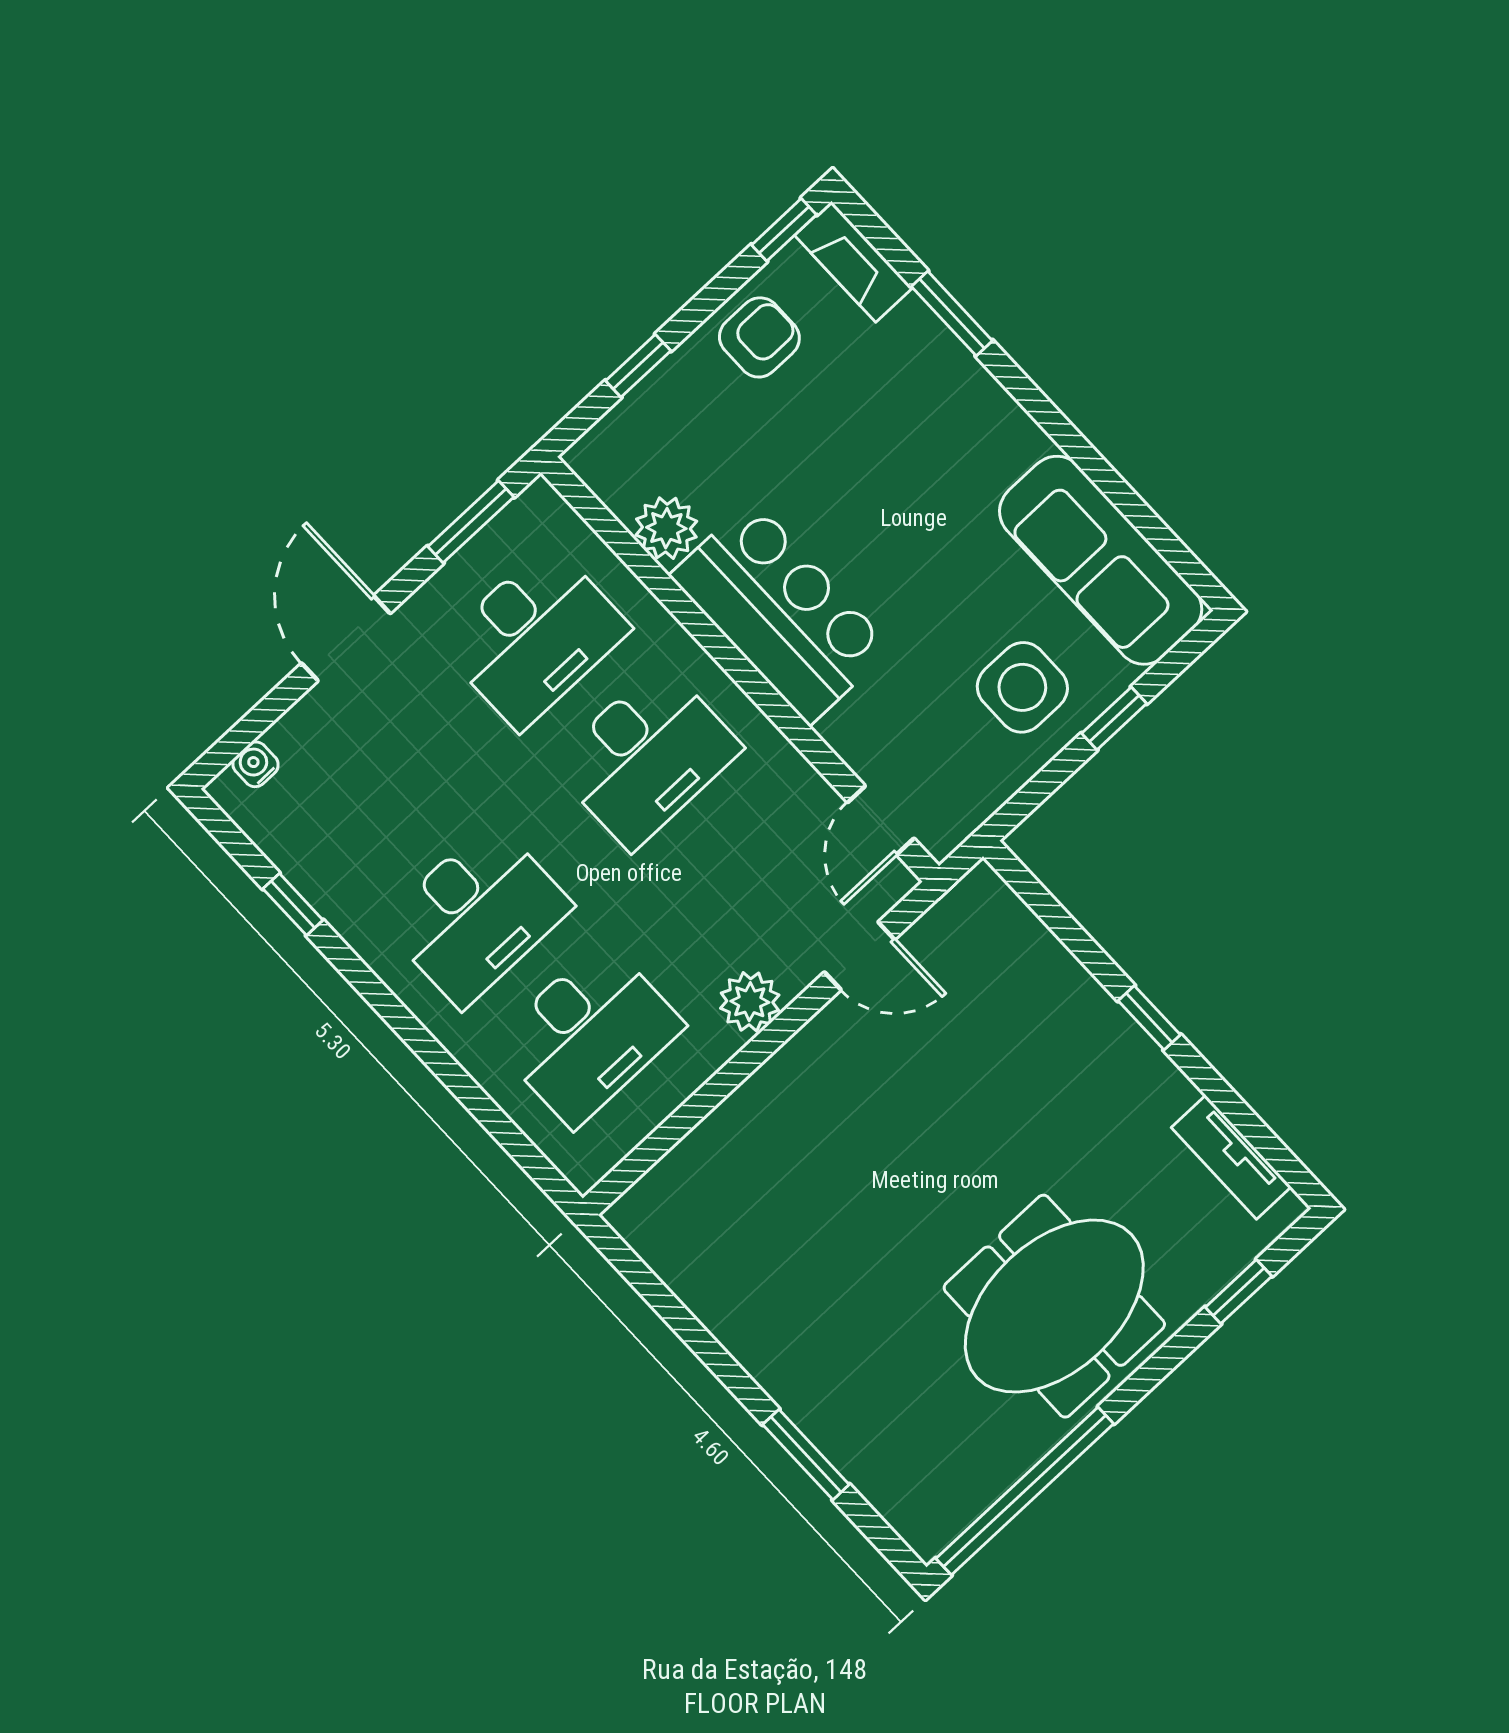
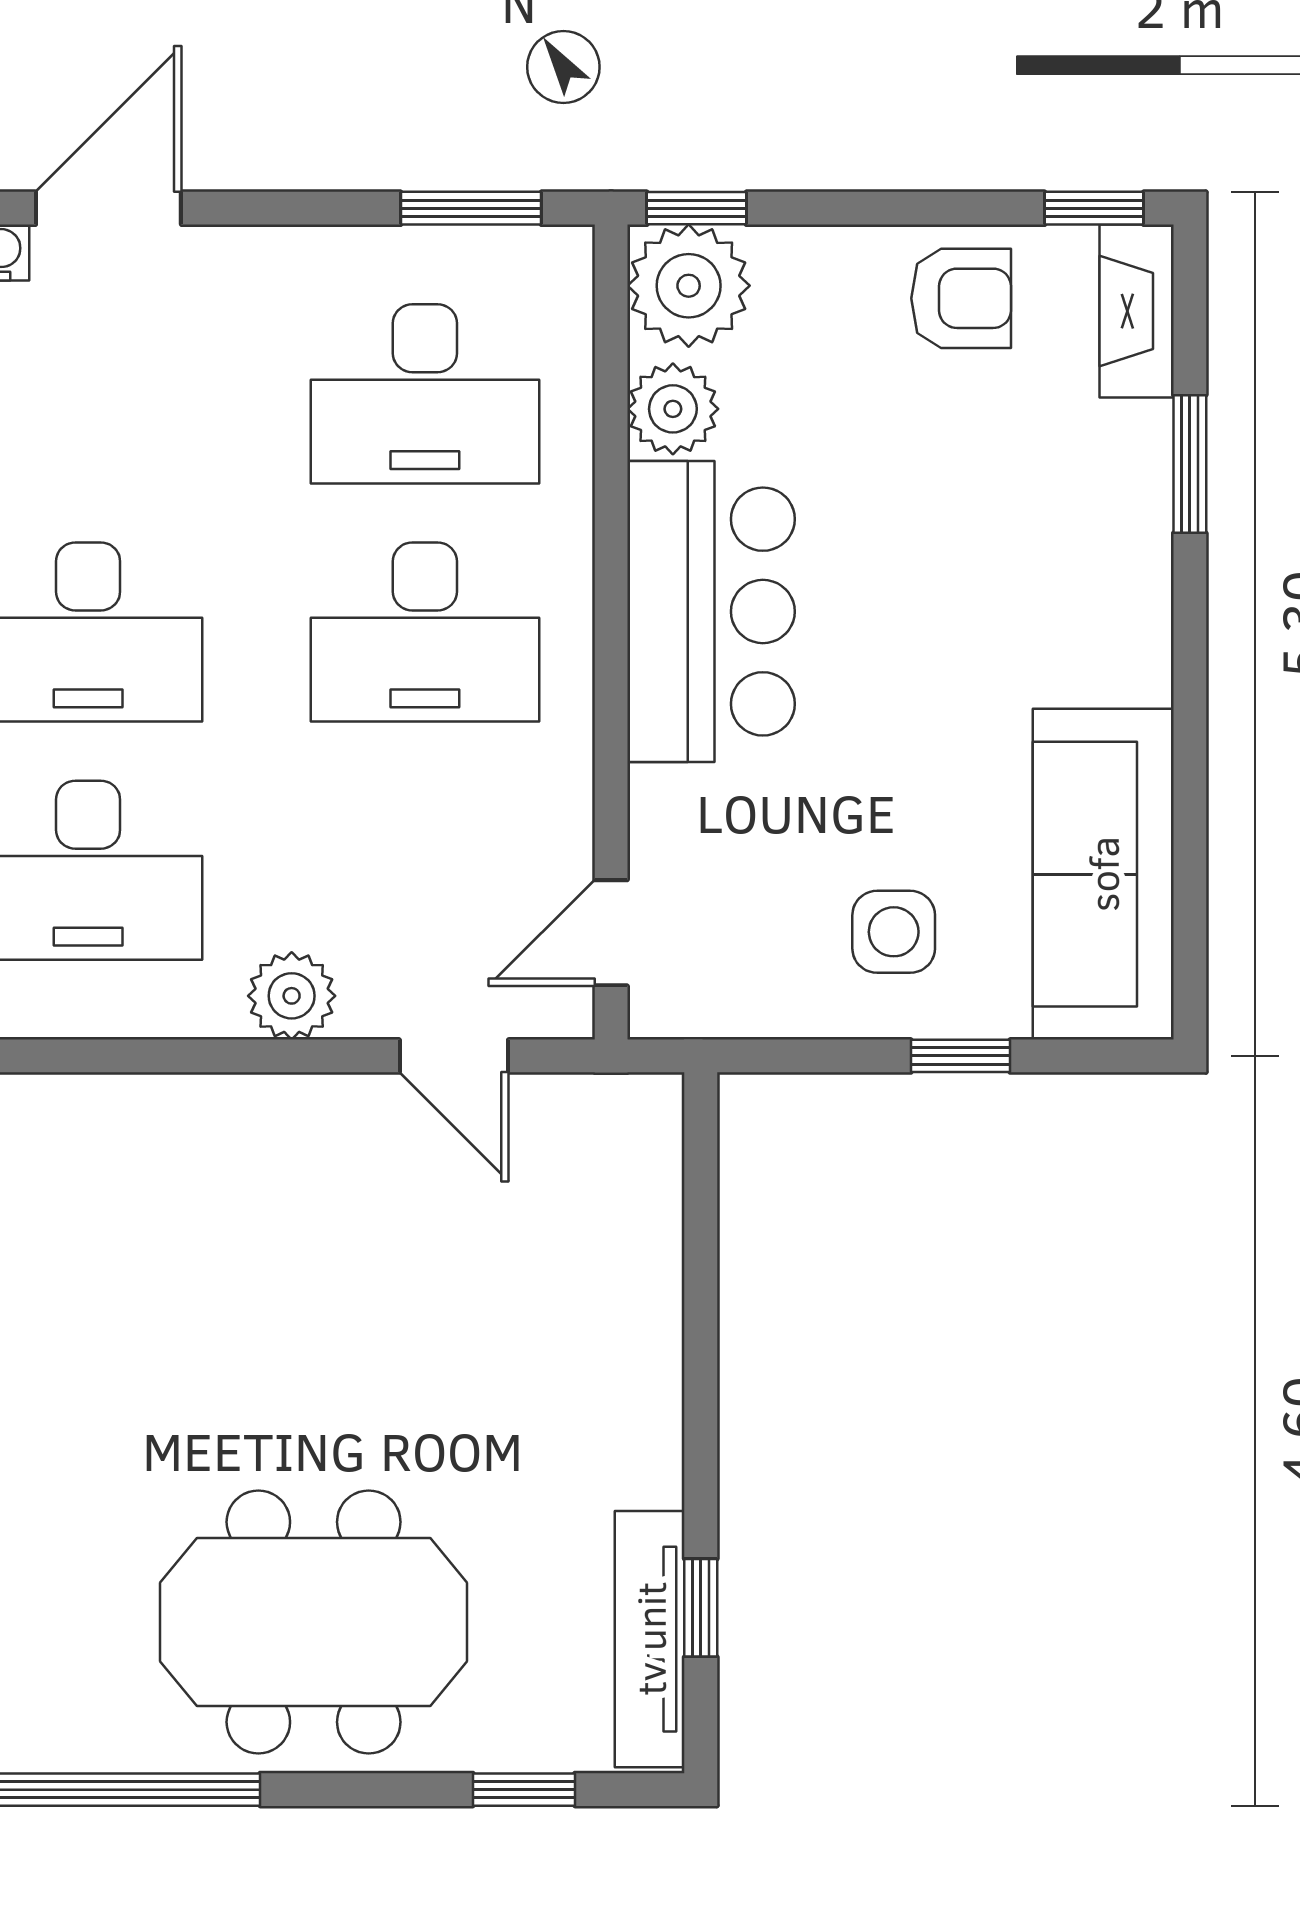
window: (638, 366) -> (697, 208), moved
plant: (617, 459) -> (689, 286), added
door: (346, 638) -> (108, 208), moved
side table: (1022, 687) -> (894, 932), width x0.73, depth x0.73
window: (1149, 1018) -> (701, 1608), moved
tv unit: (1231, 1157) -> (650, 1639), width x1.41

